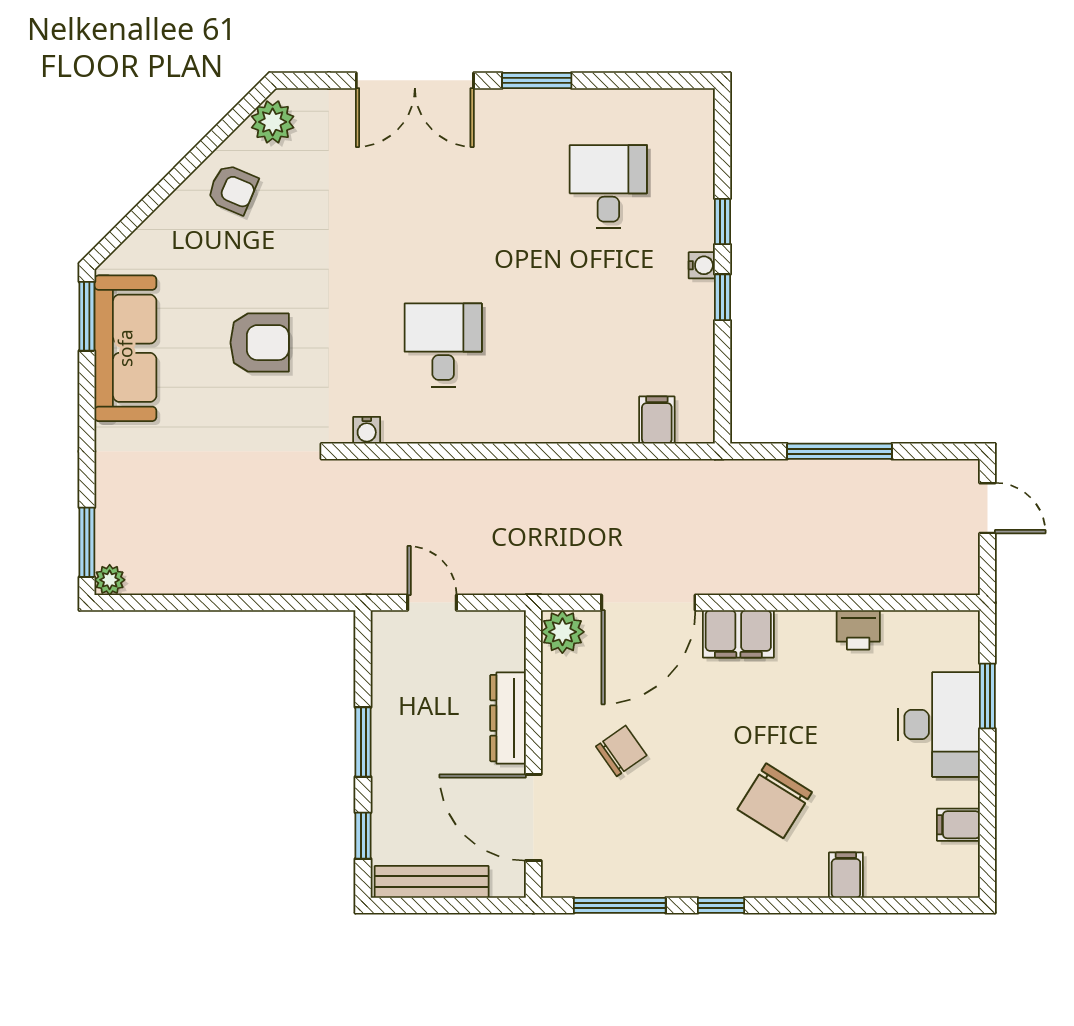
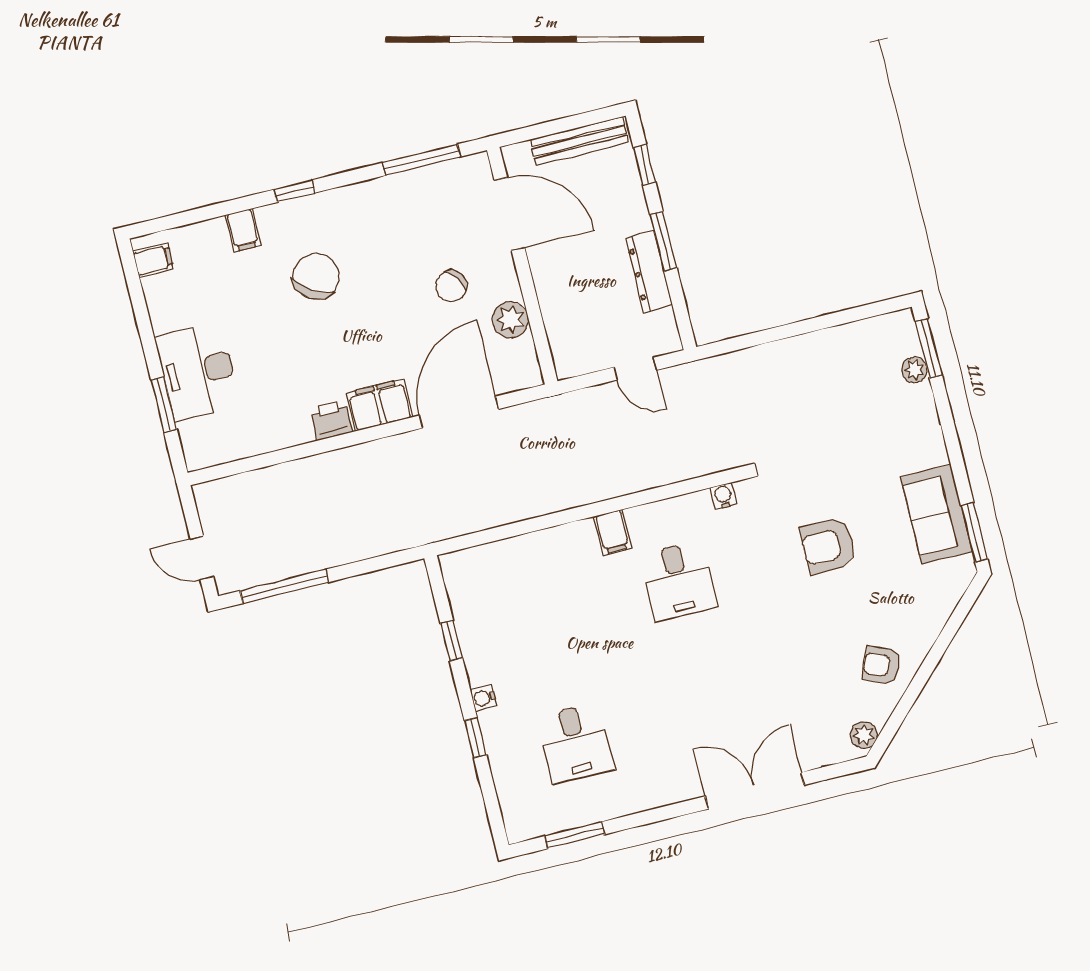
window: (537, 80) -> (575, 835), moved
plant: (273, 122) -> (864, 735), width x0.73, depth x0.73
window: (723, 297) -> (451, 641), moved
sofa: (125, 348) -> (936, 514), width x0.73
filing cabinet: (657, 420) -> (612, 532), moved
window: (840, 451) -> (284, 586), moved
plant: (110, 580) -> (914, 370), moved
printer: (858, 630) -> (331, 420), moved
plant: (562, 632) -> (510, 320), moved
dresser: (508, 718) -> (649, 272), moved, turned 180
filing cabinet: (958, 825) -> (153, 260), moved
window: (721, 905) -> (294, 191), moved

